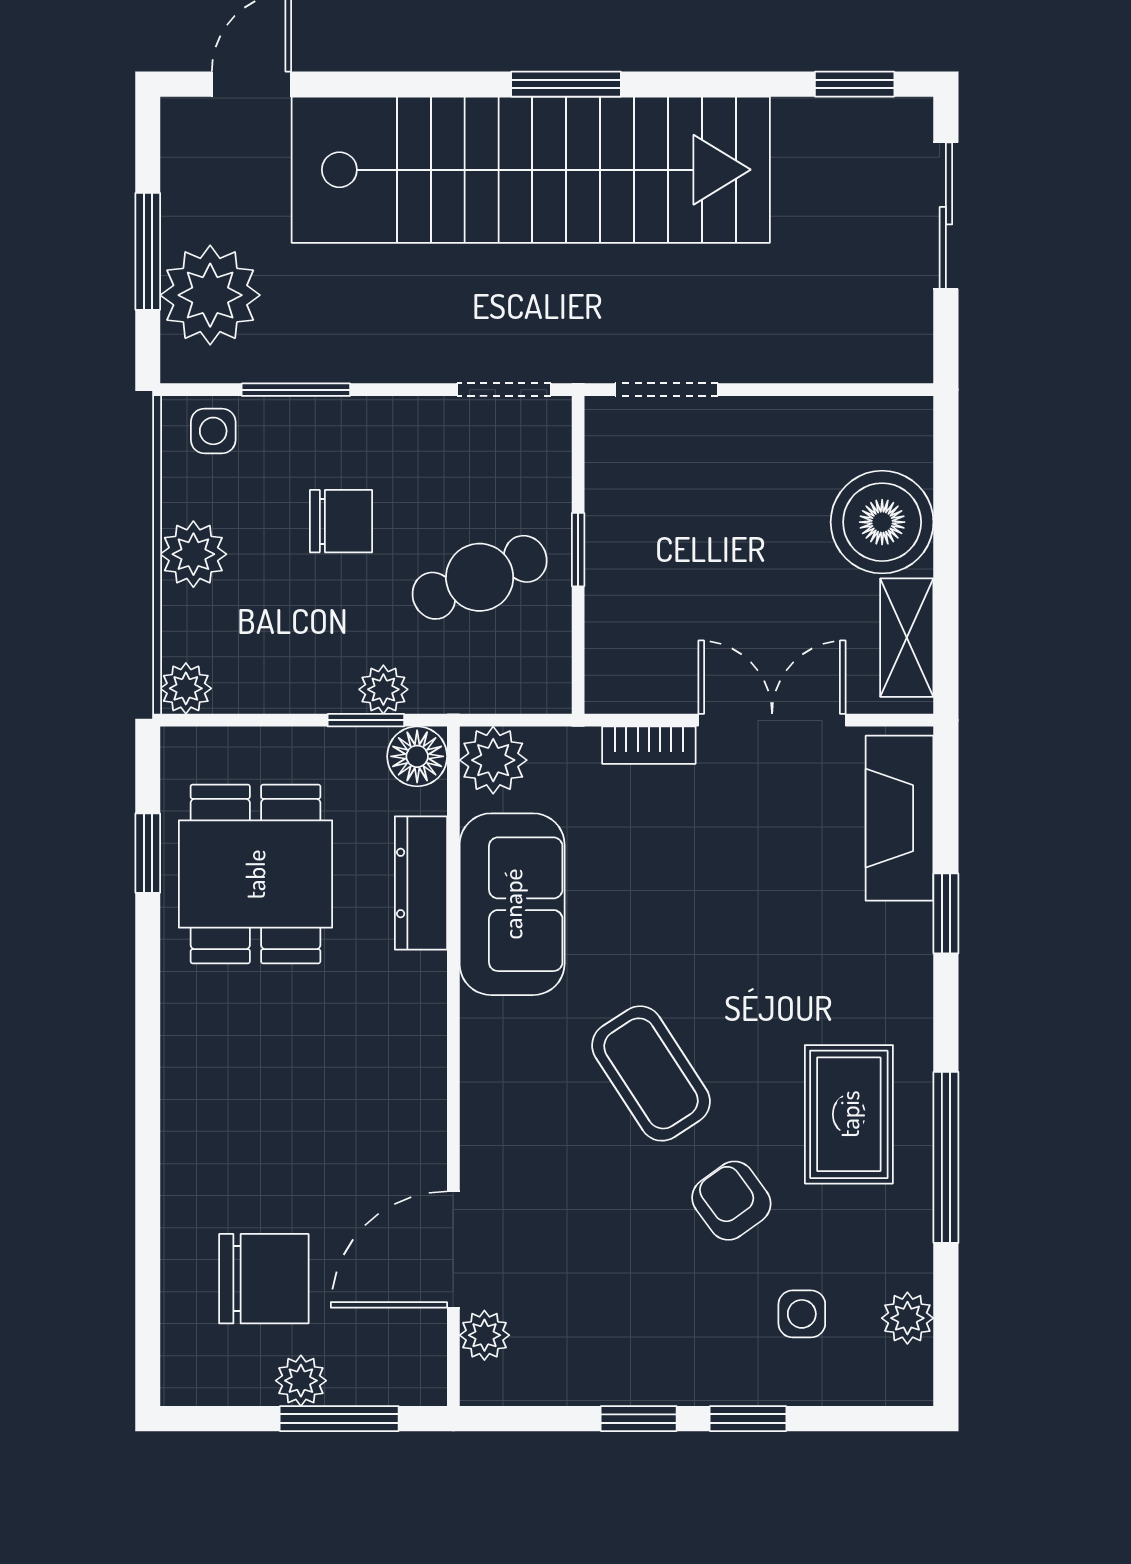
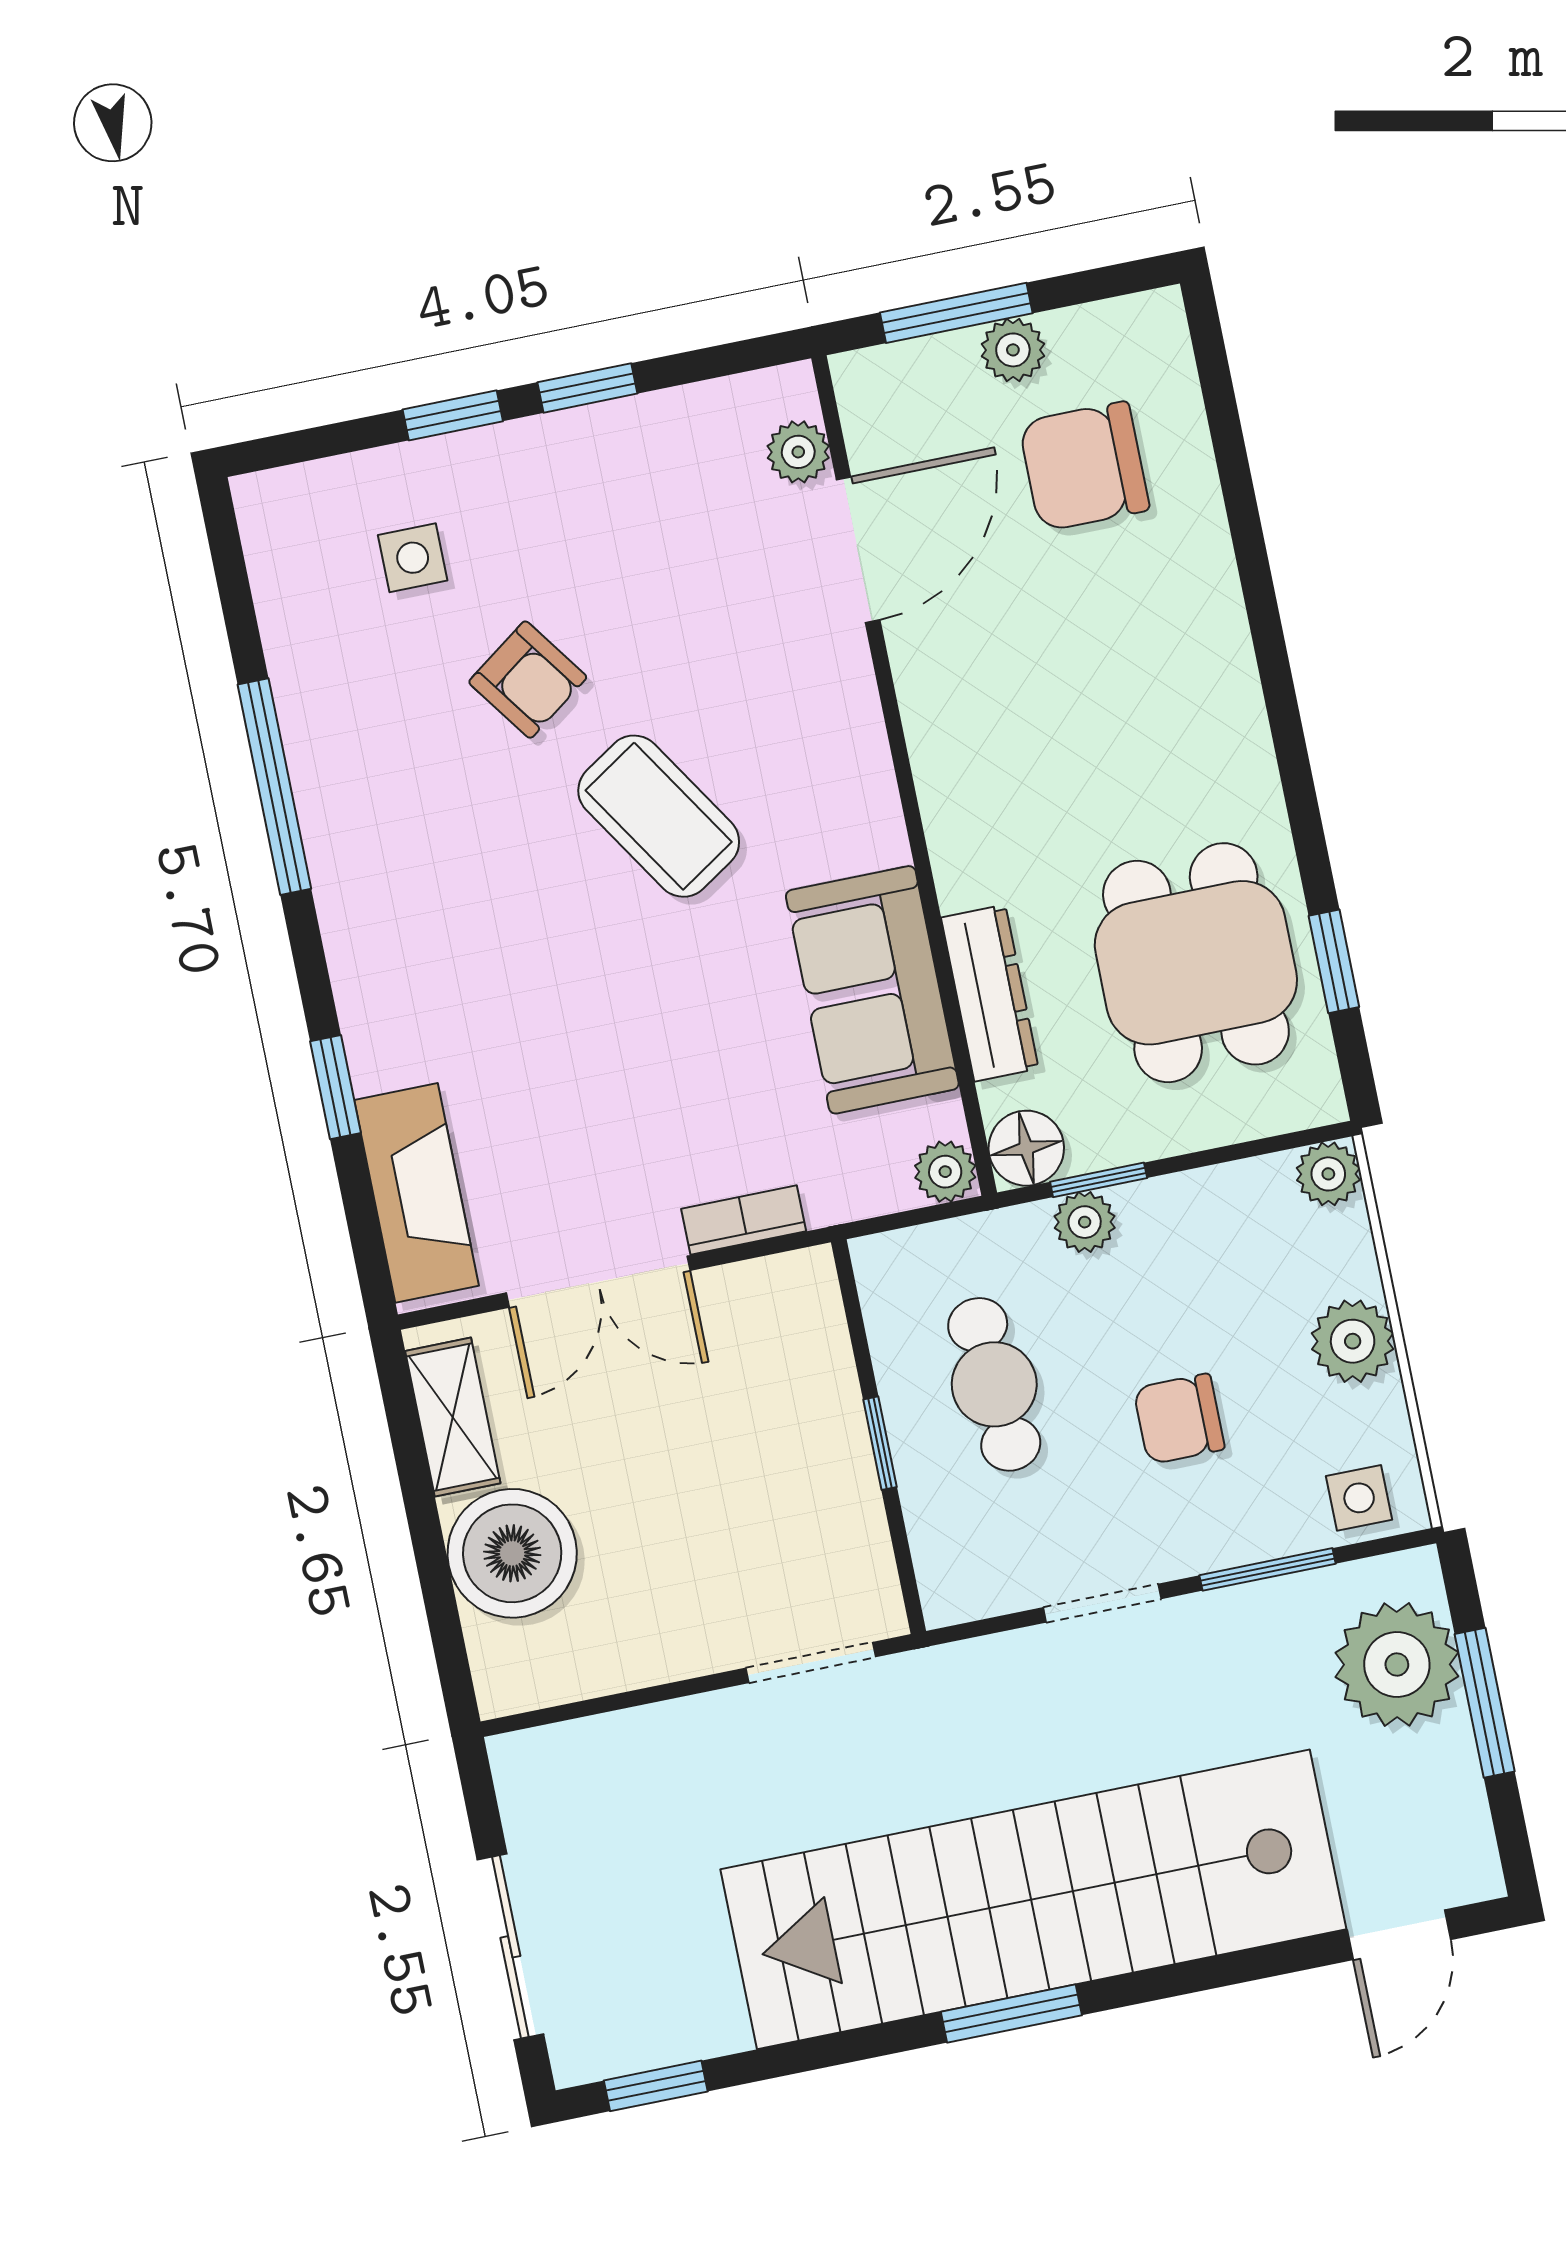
doorway: (504, 390) -> (1102, 1603), moved
cafe table: (480, 577) -> (994, 1384), turned -72
plant: (493, 760) -> (945, 1172), width x0.73, depth x0.73
rug: (849, 1114) -> (405, 815), removed
plant: (907, 1318) -> (281, 579), removed

